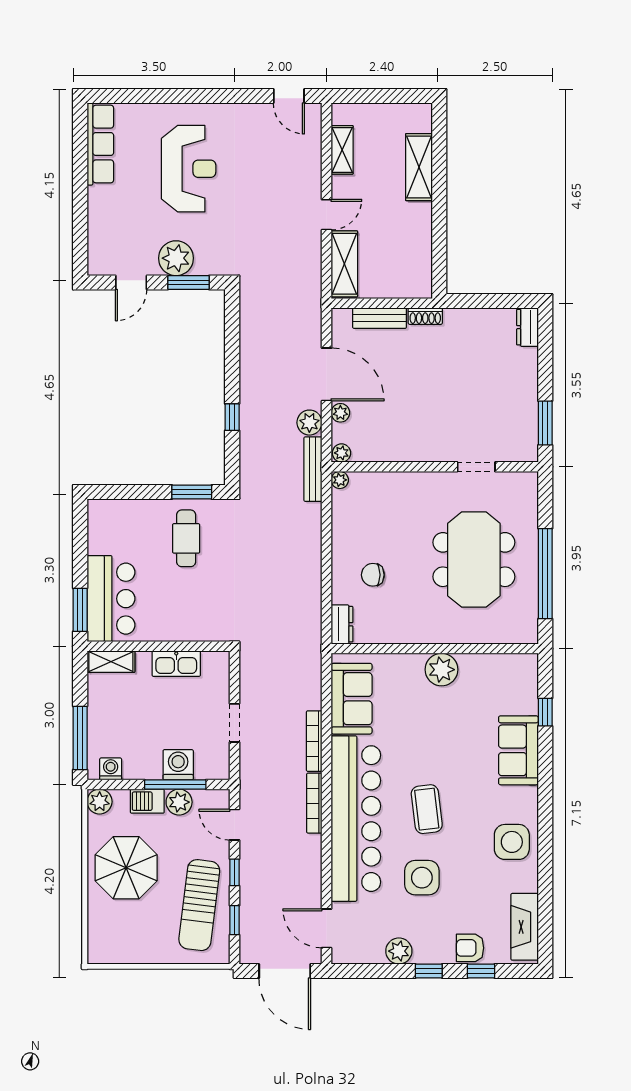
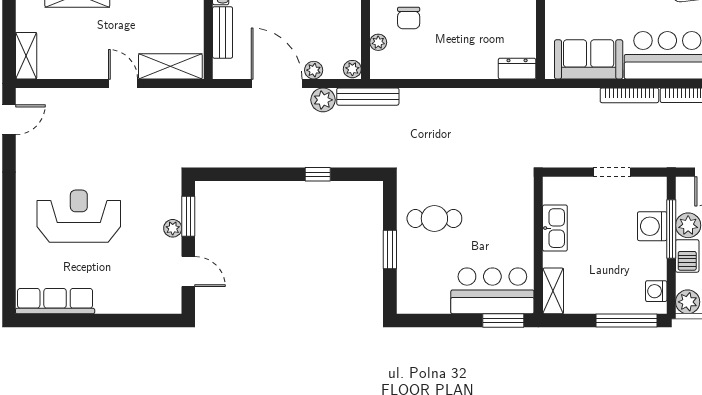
shelving: (342, 150) -> (26, 56), moved, turned 90
plant: (176, 258) -> (173, 228), width x0.53, depth x0.53
door: (327, 374) -> (277, 83), hinge flipped
plant: (340, 480) -> (378, 42), moved
window: (192, 492) -> (390, 249), moved
chair: (373, 575) -> (409, 18), moved

